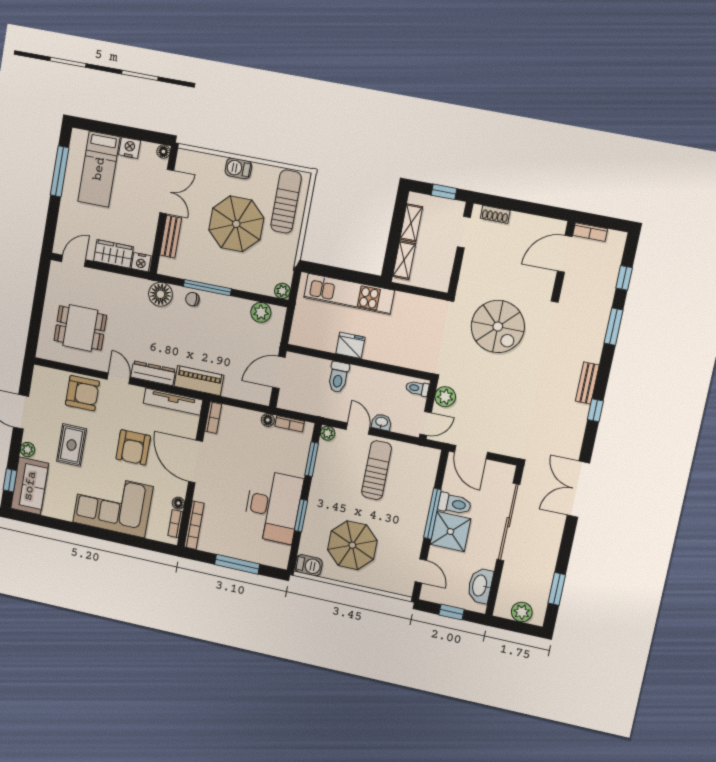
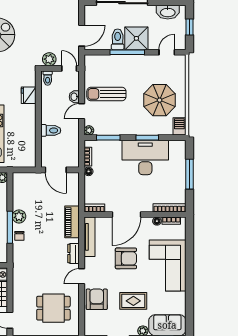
floor lamp: (160, 294) -> (20, 258), removed
plant: (261, 312) -> (19, 216), moved
dining table: (80, 328) -> (53, 308), turned 90
fridge: (350, 345) -> (29, 95), moved
dresser: (153, 373) -> (73, 254), width x0.70

